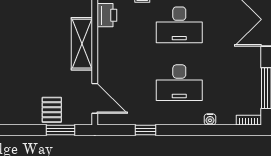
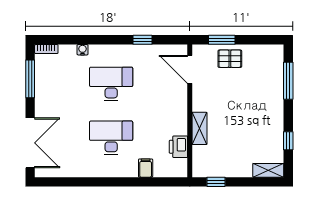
shelving: (82, 44) -> (199, 128), width x0.67, depth x0.75
pallet: (52, 110) -> (230, 59), turned 90

